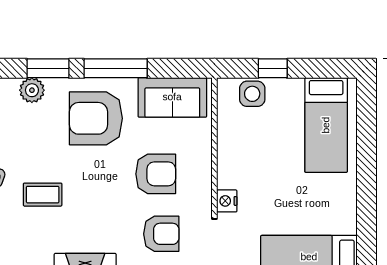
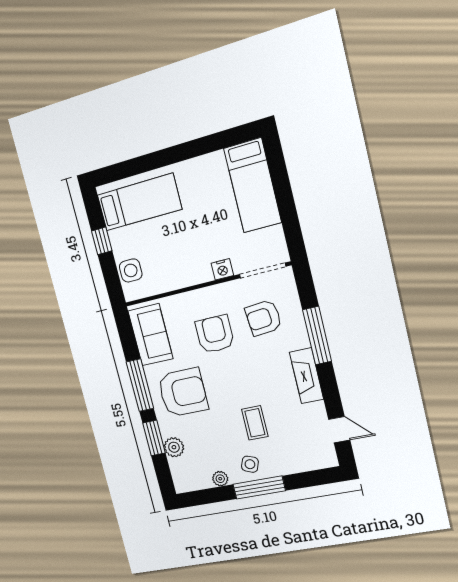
window: (273, 68) -> (102, 241), moved
armchair: (96, 118) -> (183, 392), turned -90
armchair: (161, 234) -> (263, 318), turned -95

